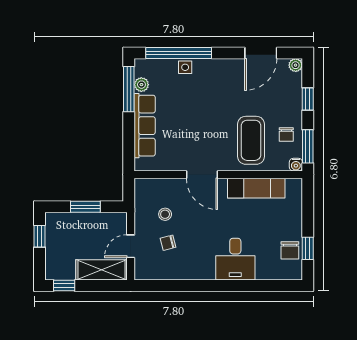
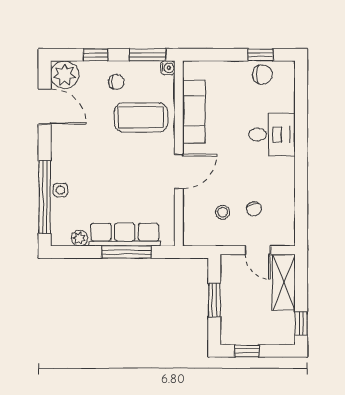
plant: (296, 65) -> (65, 75), width x1.87, depth x1.87
window: (129, 89) -> (126, 252), moved
chair: (286, 135) -> (116, 82), moved

